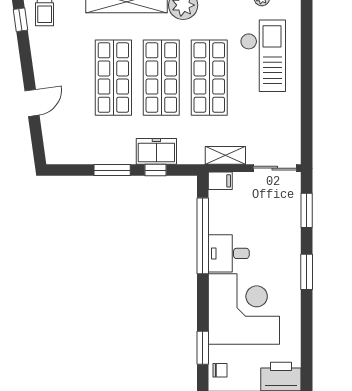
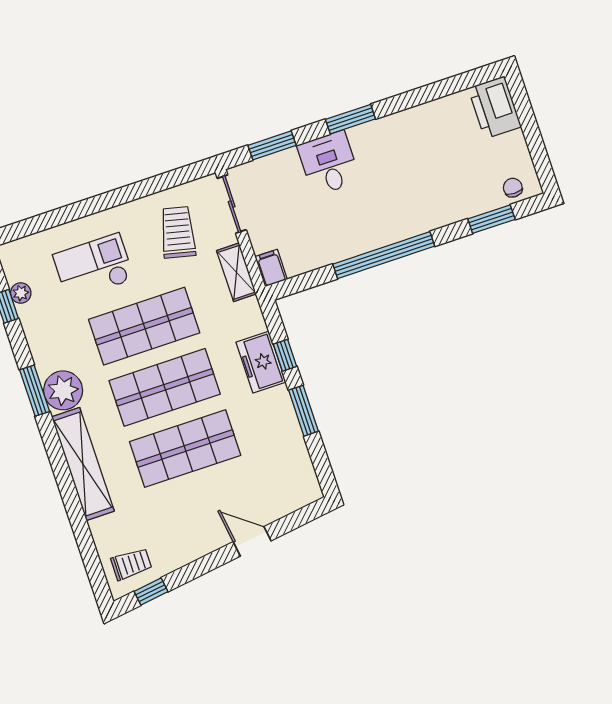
checkout: (263, 56) -> (93, 267), width x0.73, depth x0.83
trolley: (268, 123) -> (178, 232), added
window: (203, 236) -> (384, 255), moved
desk: (229, 253) -> (329, 163), moved, turned 180
corner desk: (244, 309) -> (425, 183), removed

